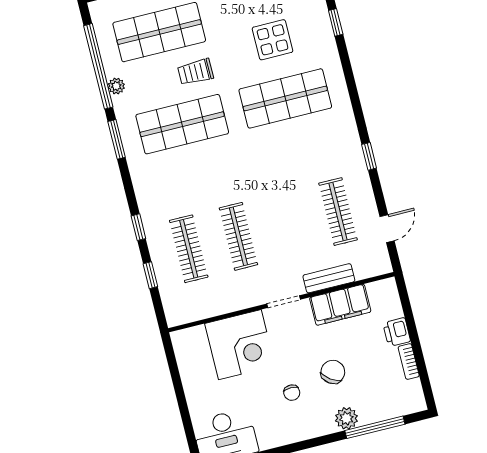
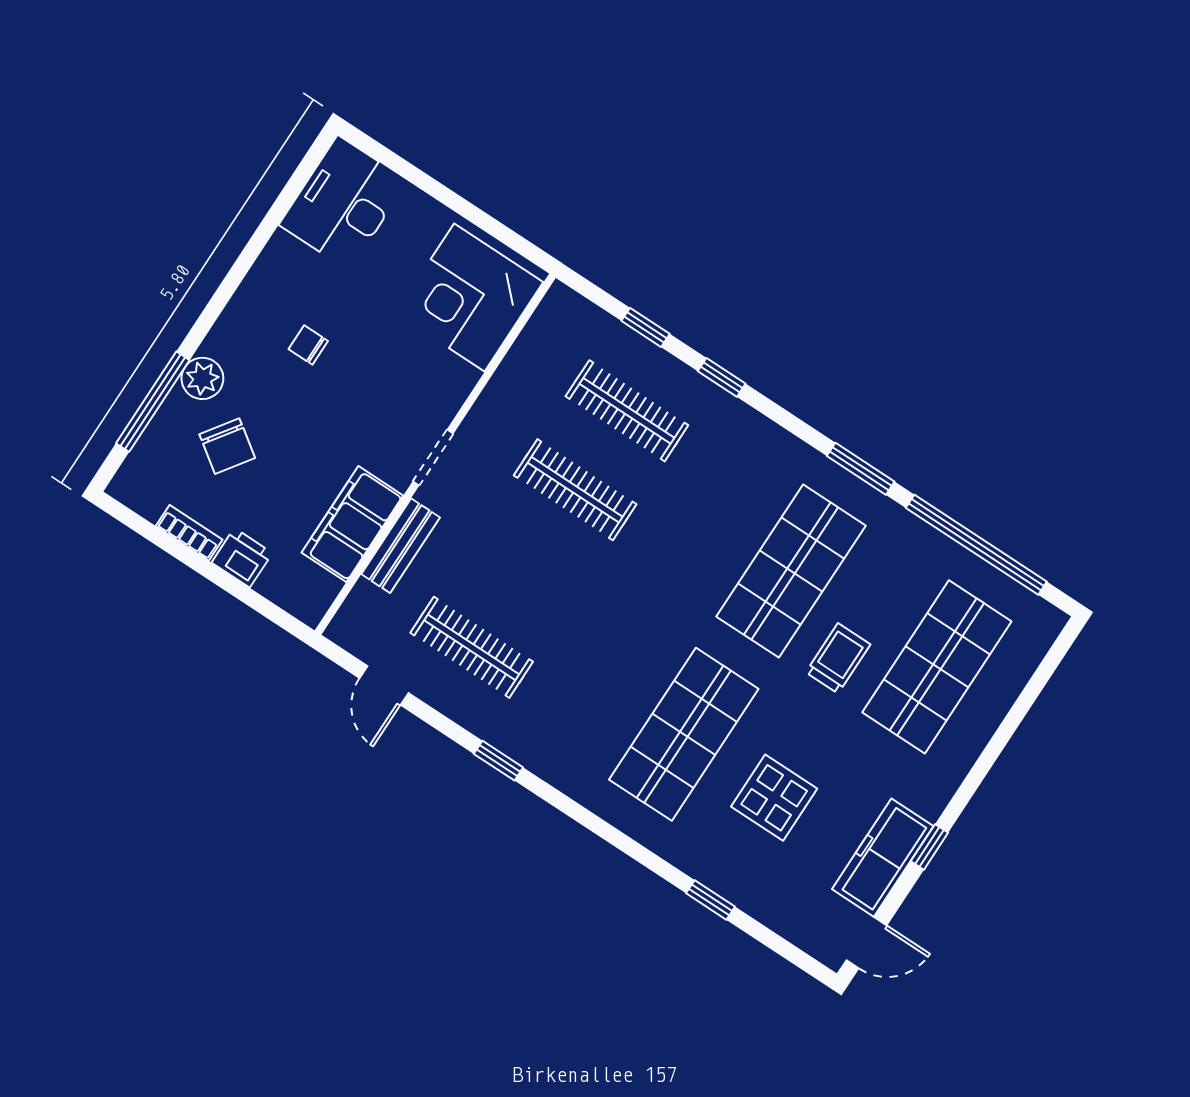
plant: (116, 86) -> (928, 540), removed
corner desk: (240, 345) -> (469, 298), moved
chair: (333, 372) -> (227, 446), moved

